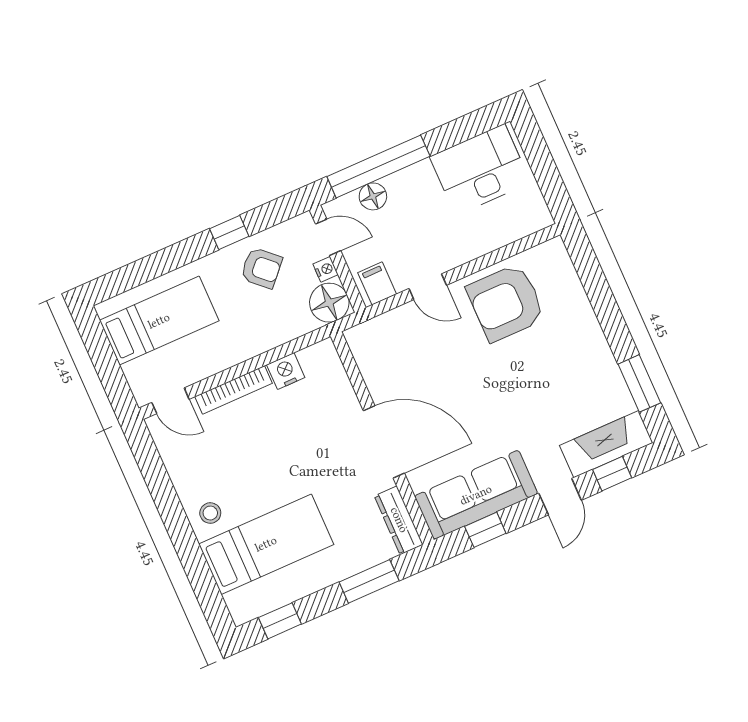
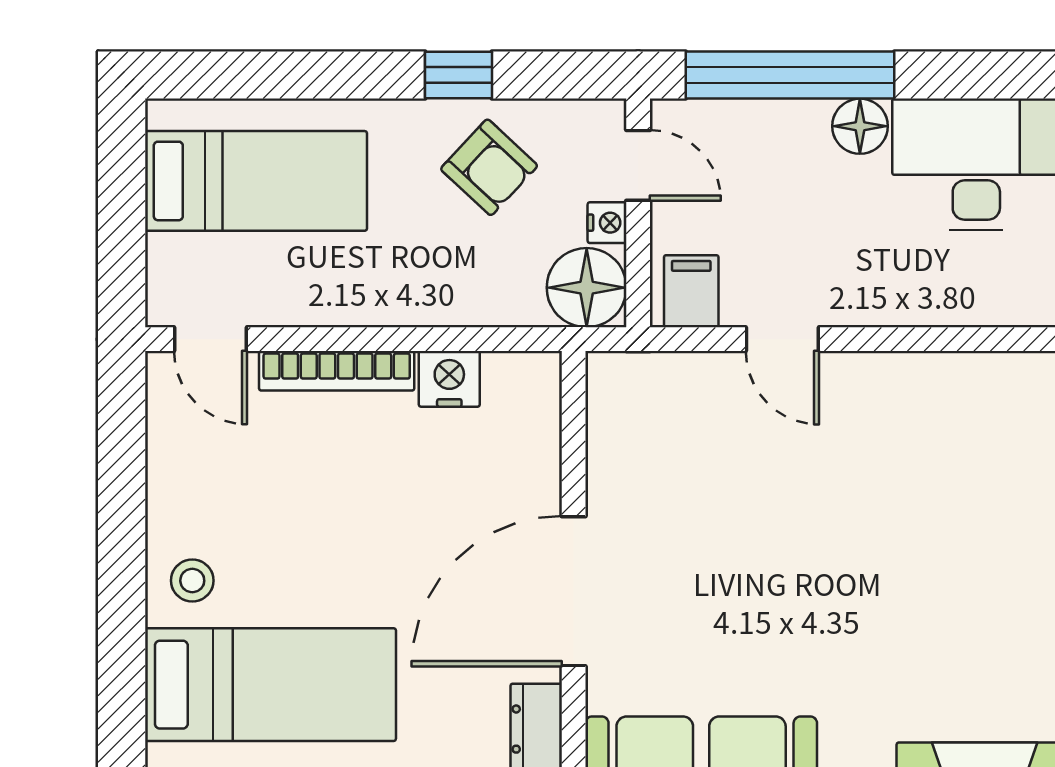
floor lamp: (373, 196) -> (860, 126), moved
armchair: (506, 303) -> (915, 433), removed
door: (384, 442) -> (574, 591), swing flipped

